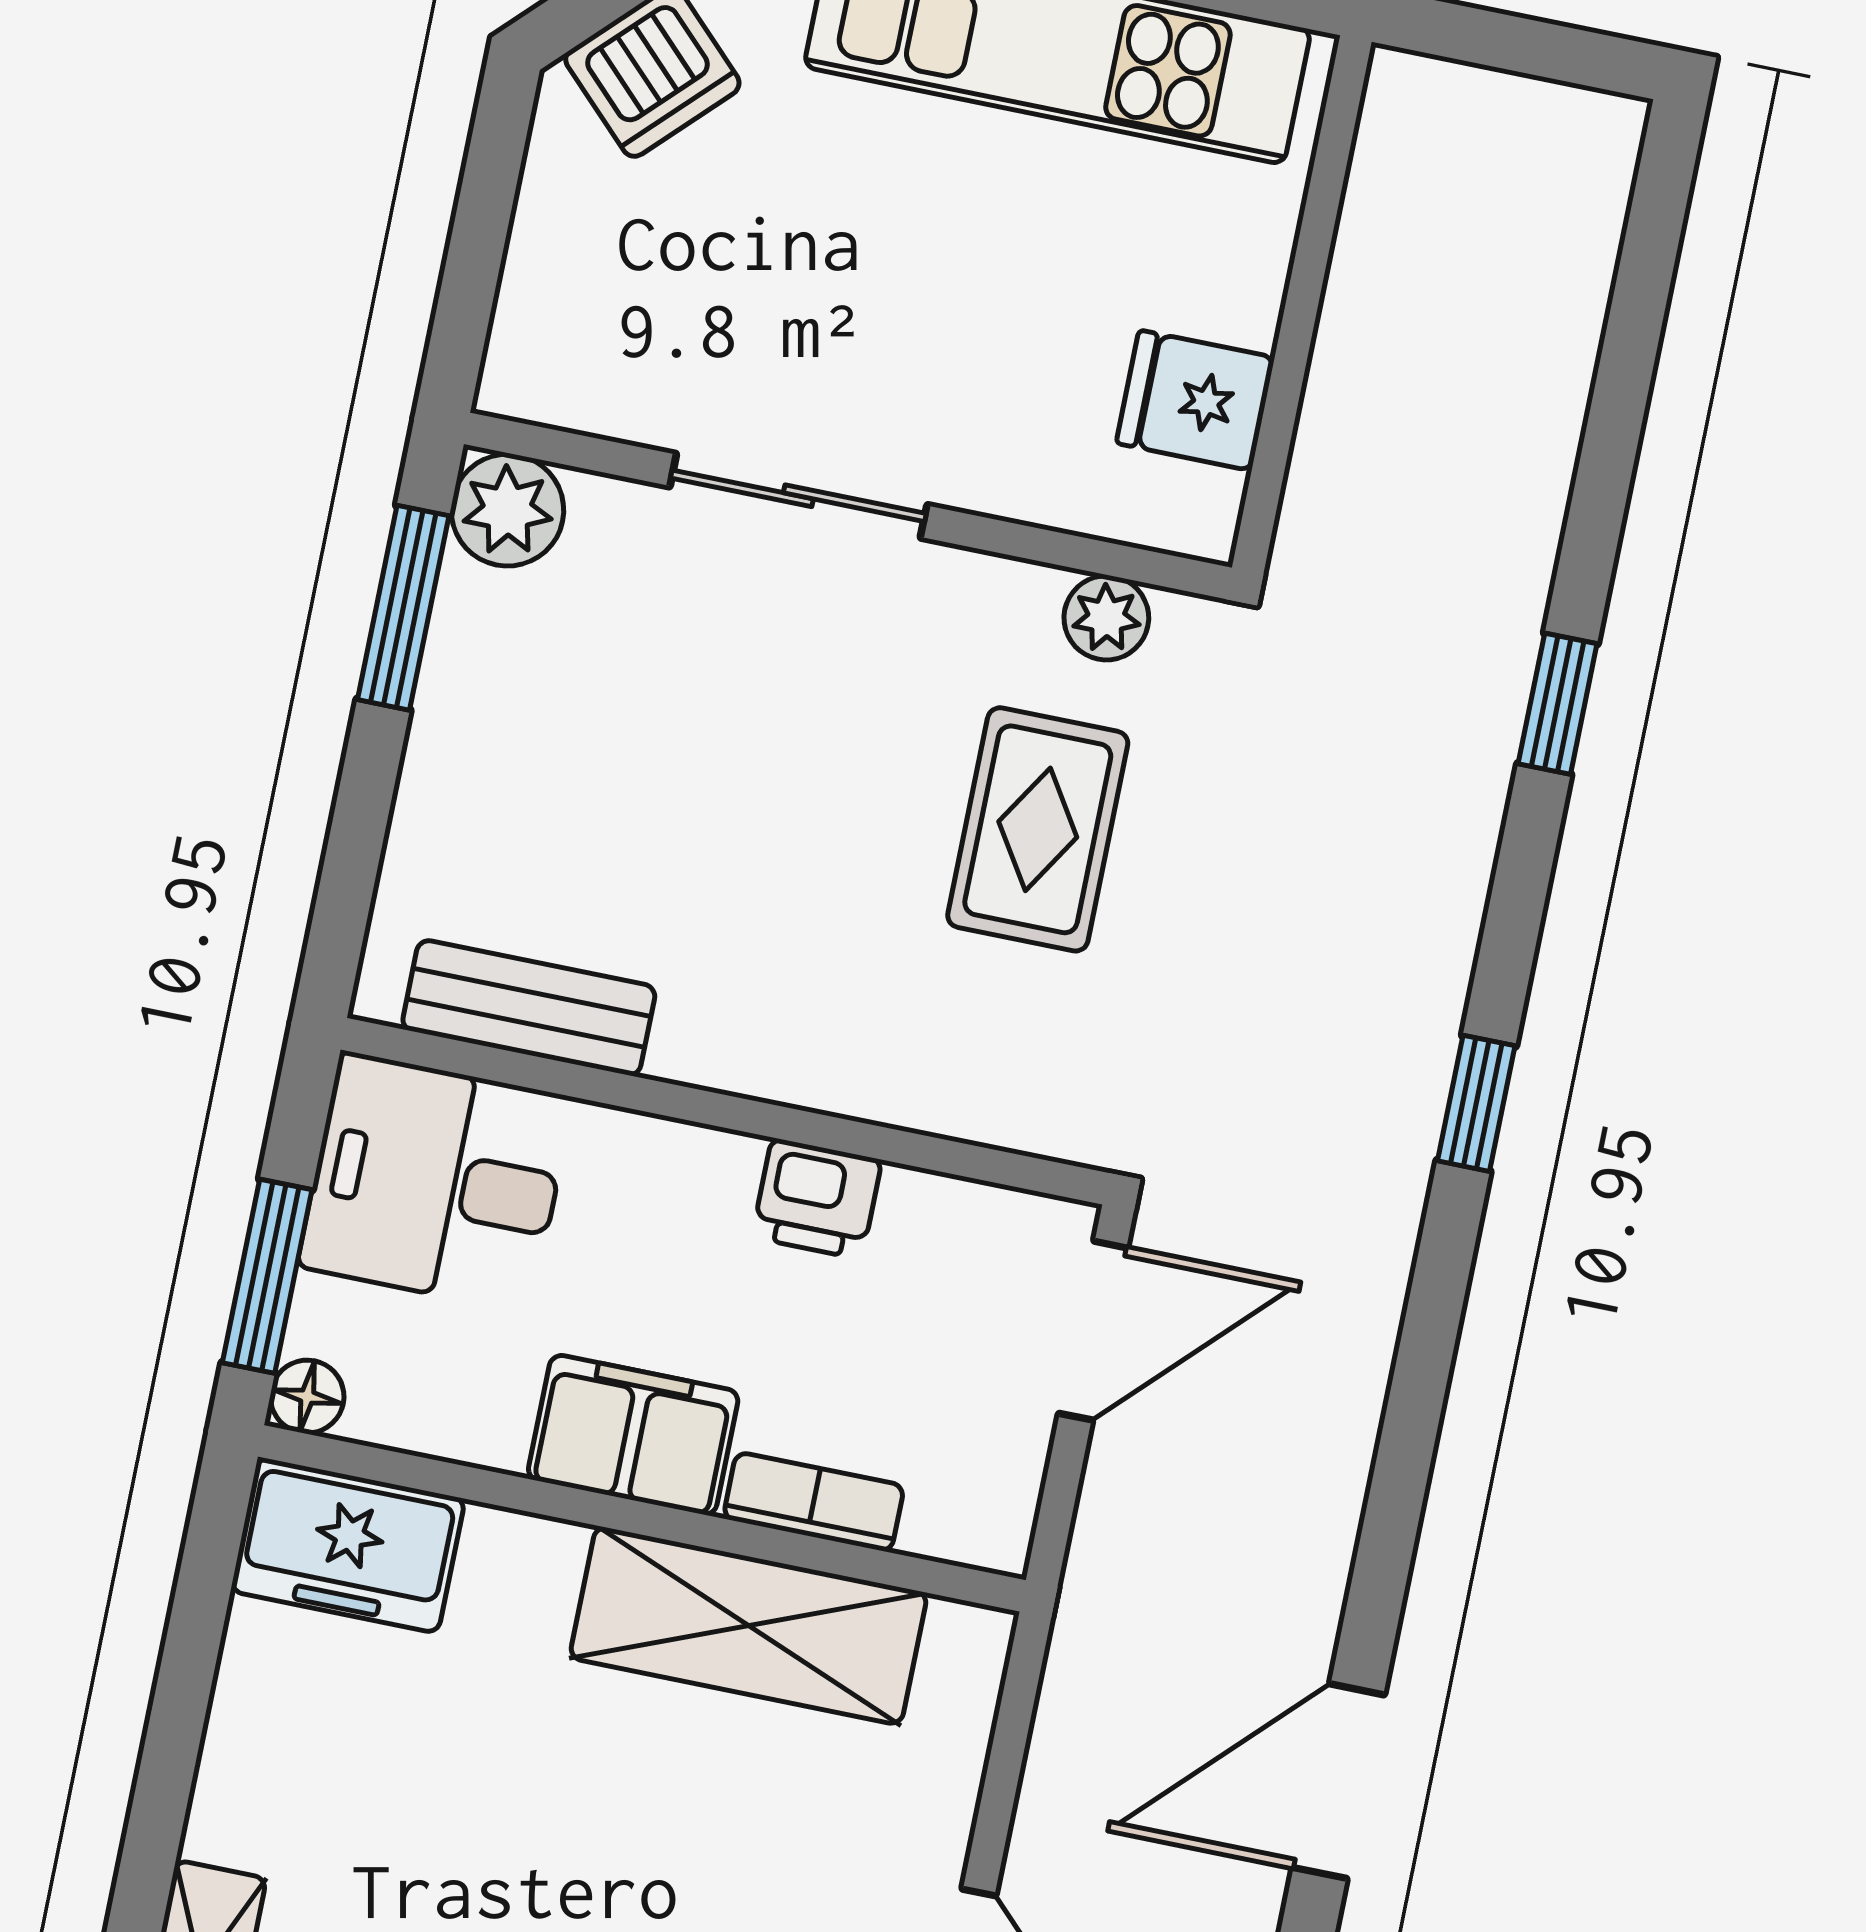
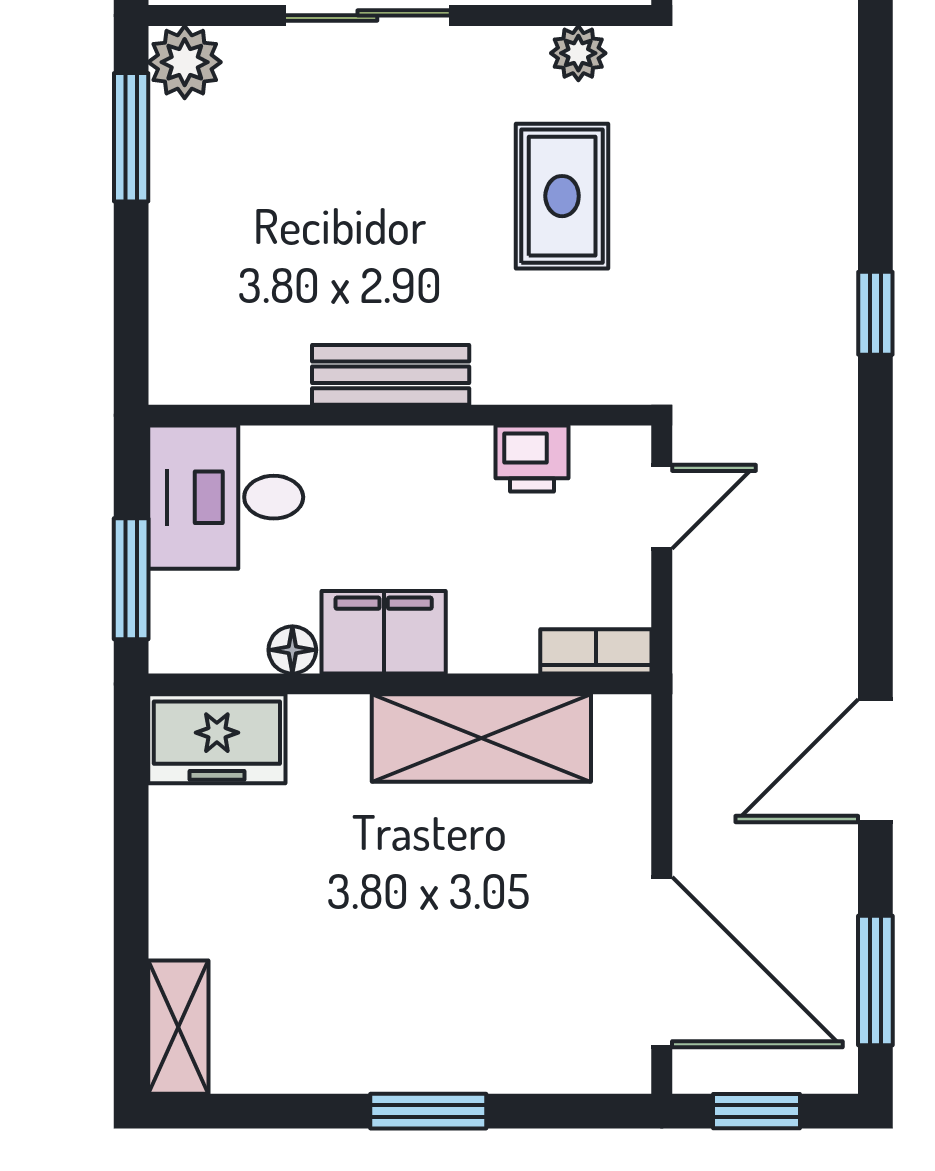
window: (1558, 704) -> (875, 49), removed
bench: (529, 1008) -> (391, 375), moved
printer: (817, 1199) -> (532, 459), moved
door: (1093, 1331) -> (662, 507), width x0.73
floor lamp: (307, 1397) -> (292, 650), moved
bookcase: (814, 1502) -> (596, 651), moved

